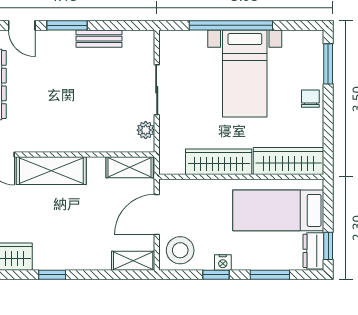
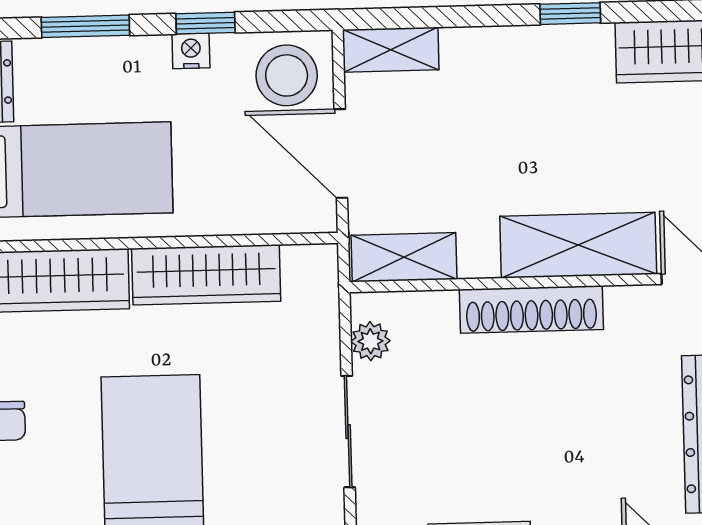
shoe rack: (73, 142) -> (531, 309), added
door: (157, 215) -> (341, 154), swing flipped

